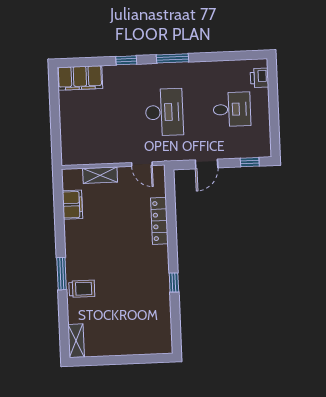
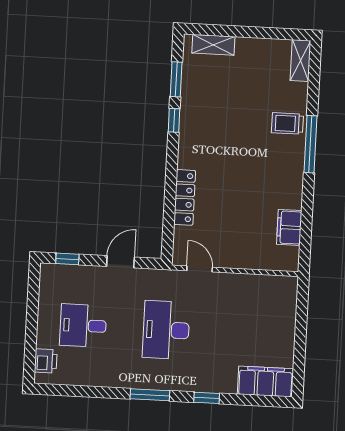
shelving: (100, 175) -> (213, 45), moved
window: (62, 274) -> (310, 144), width x1.44
window: (175, 316) -> (176, 79), added

